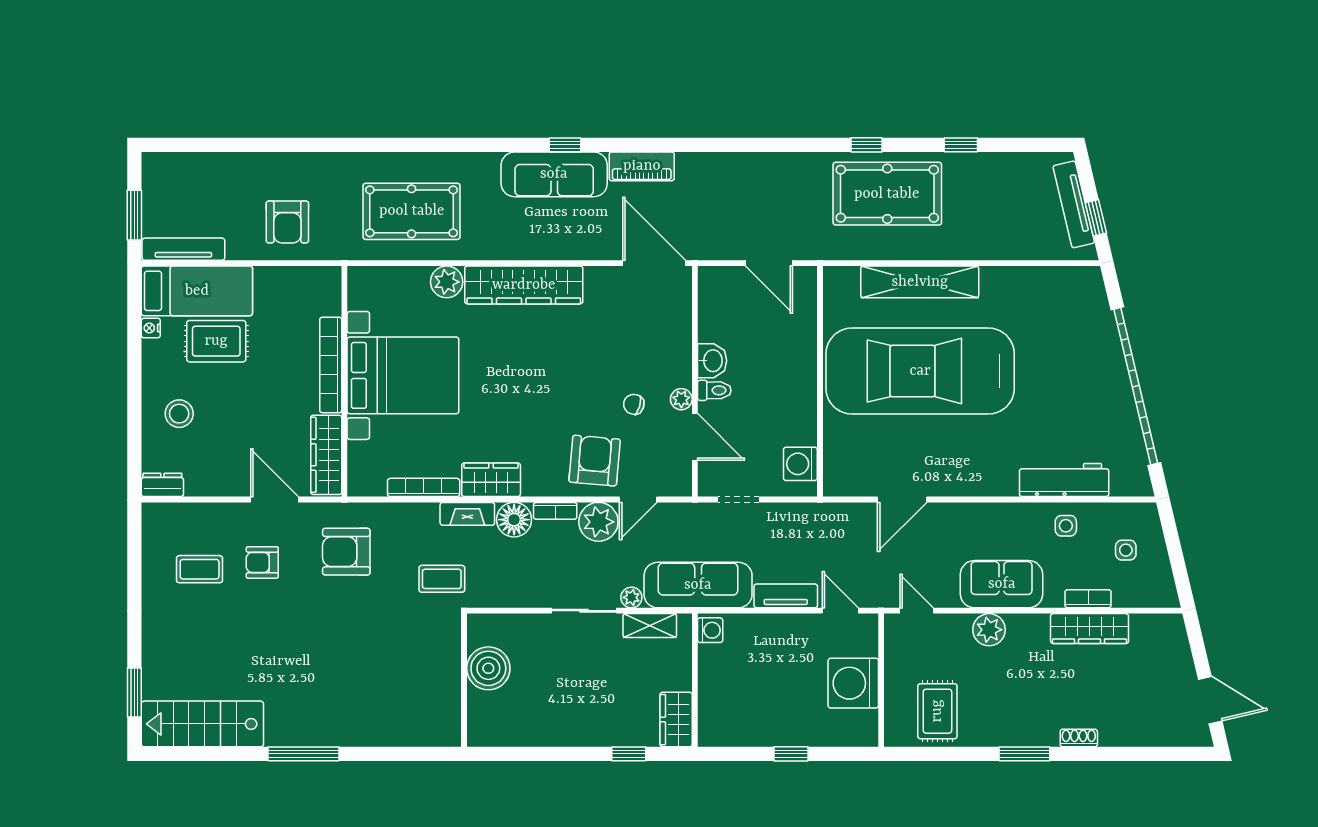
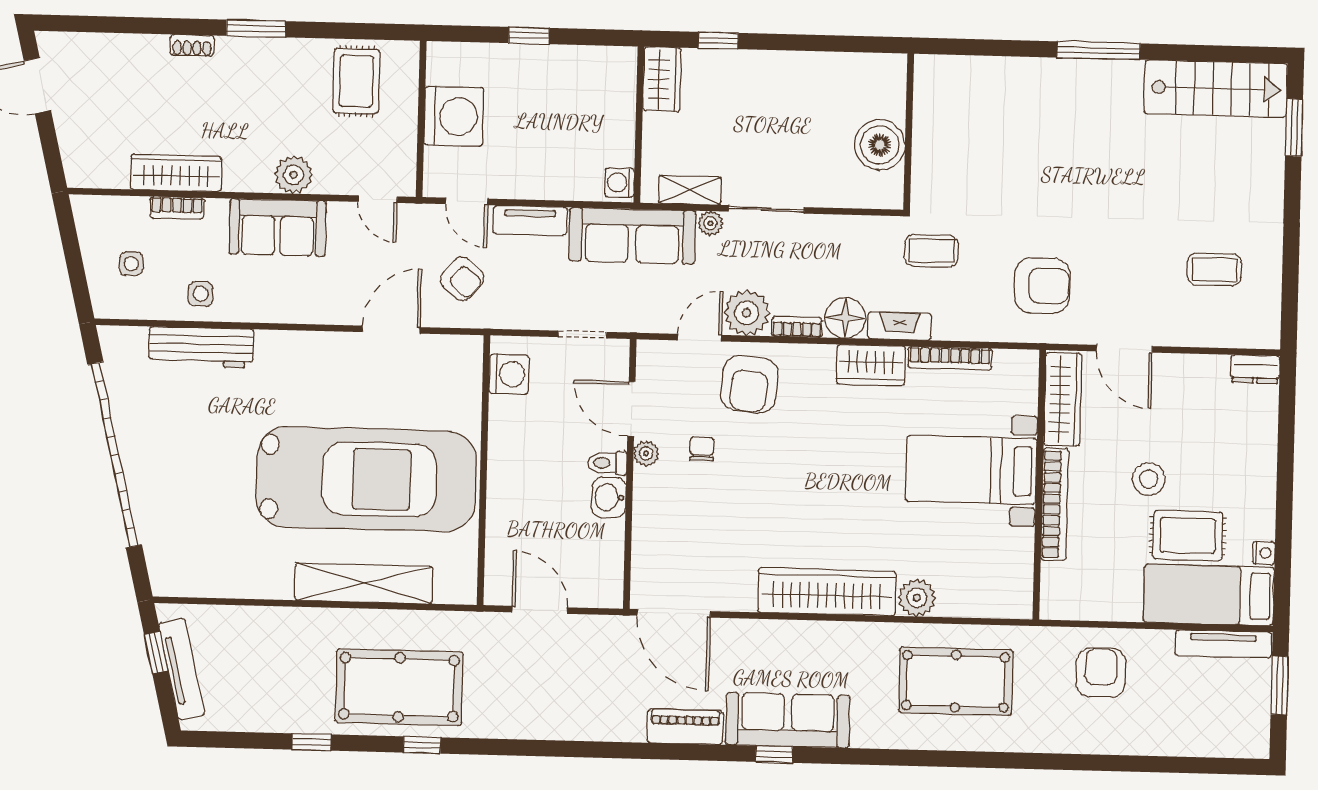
bed with nightstands: (403, 375) -> (971, 470), width x0.73
chair: (634, 404) -> (702, 449), turned -106
stool: (179, 414) -> (1149, 479), moved
armchair: (262, 562) -> (462, 279), moved, turned 41

